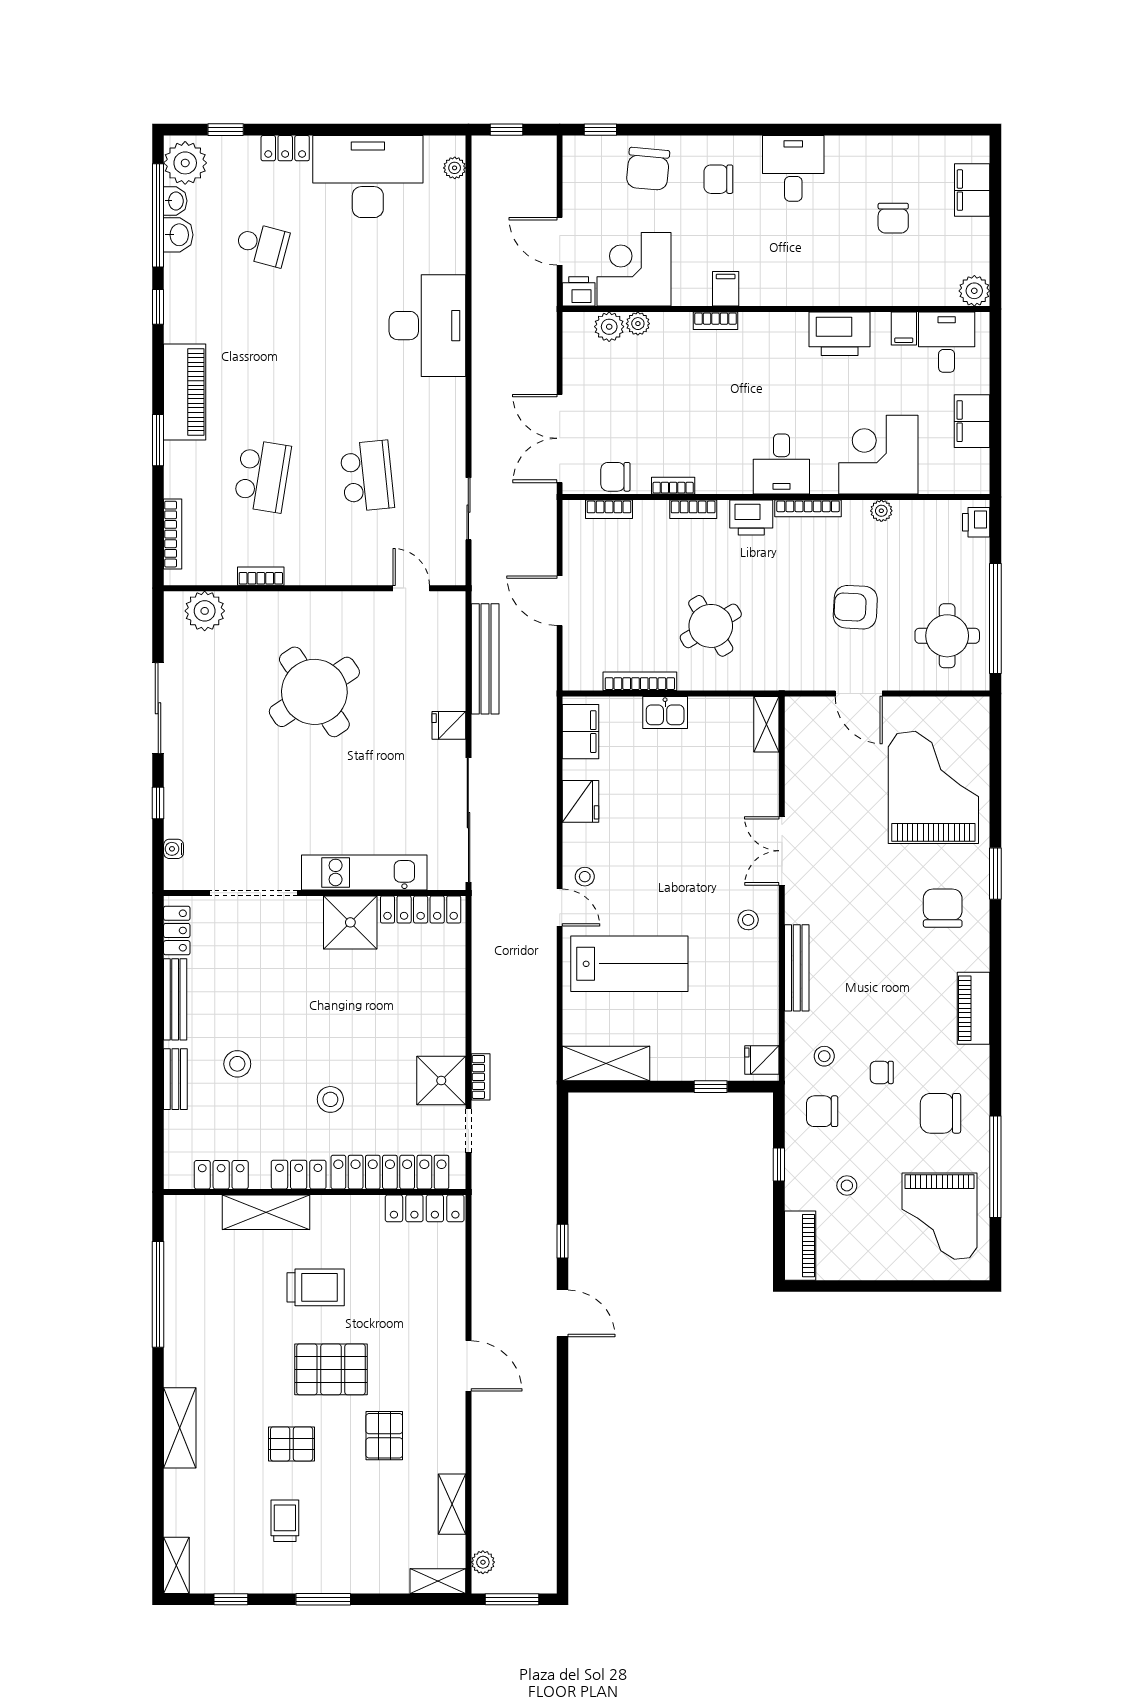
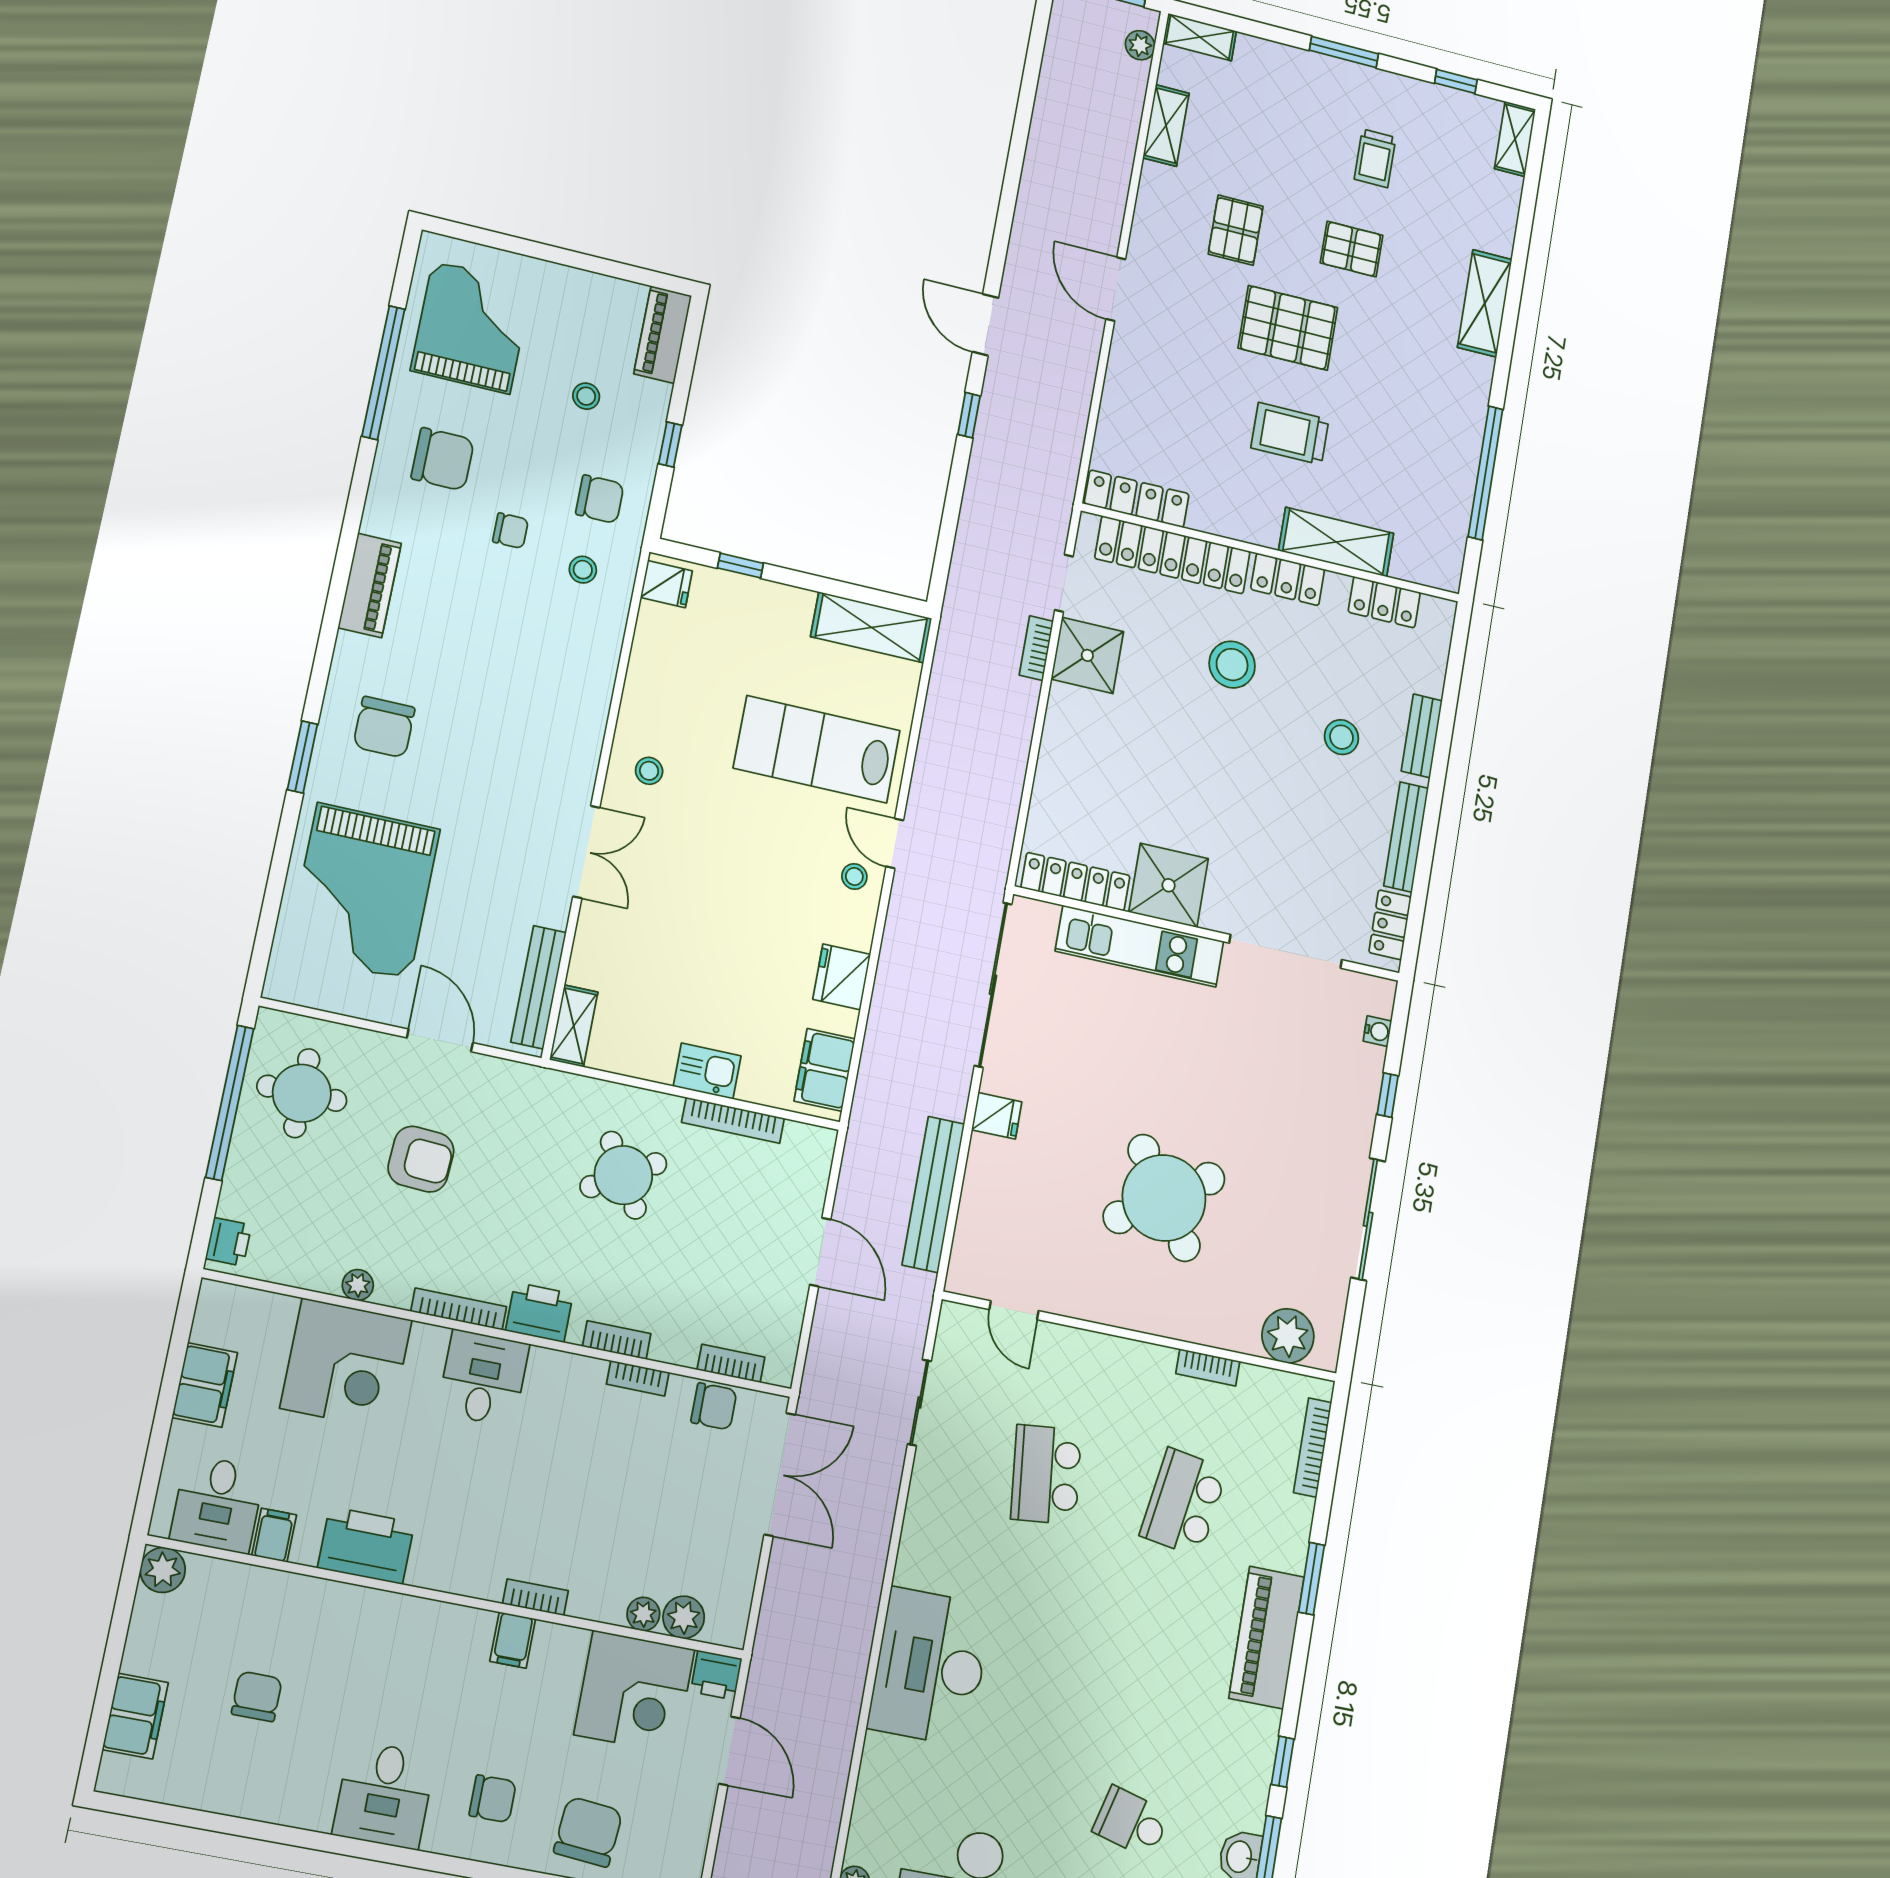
bench: (797, 968) -> (539, 987), moved
stool: (330, 1099) -> (1232, 665), width x1.38, depth x1.38

